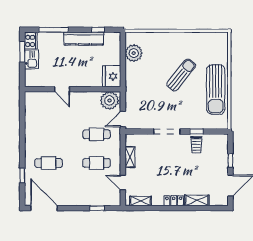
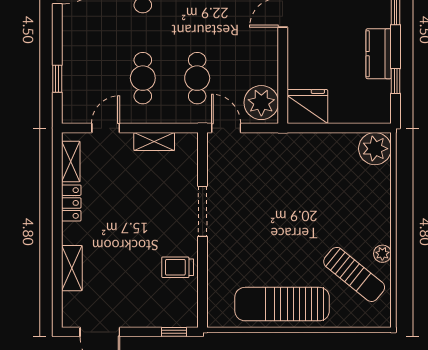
plant: (189, 37) -> (382, 254), added
kitchen counter: (84, 39) -> (379, 54), width x0.67
plant: (134, 53) -> (375, 149), moved
sun lounger: (181, 75) -> (354, 274), moved
window: (197, 131) -> (203, 268), removed
window: (230, 160) -> (174, 332), moved
locker: (174, 201) -> (71, 203), moved

